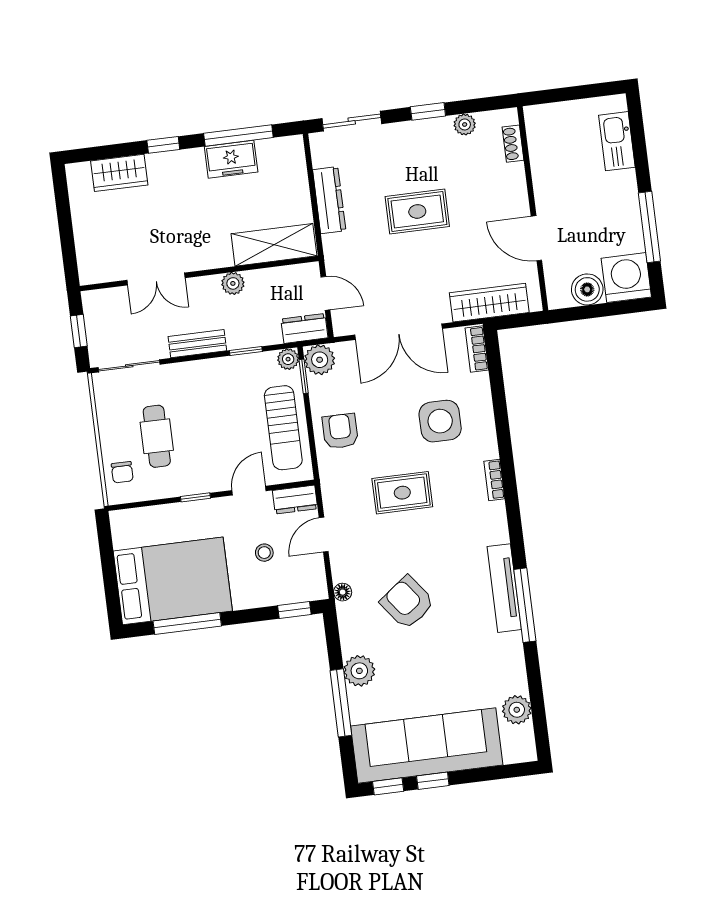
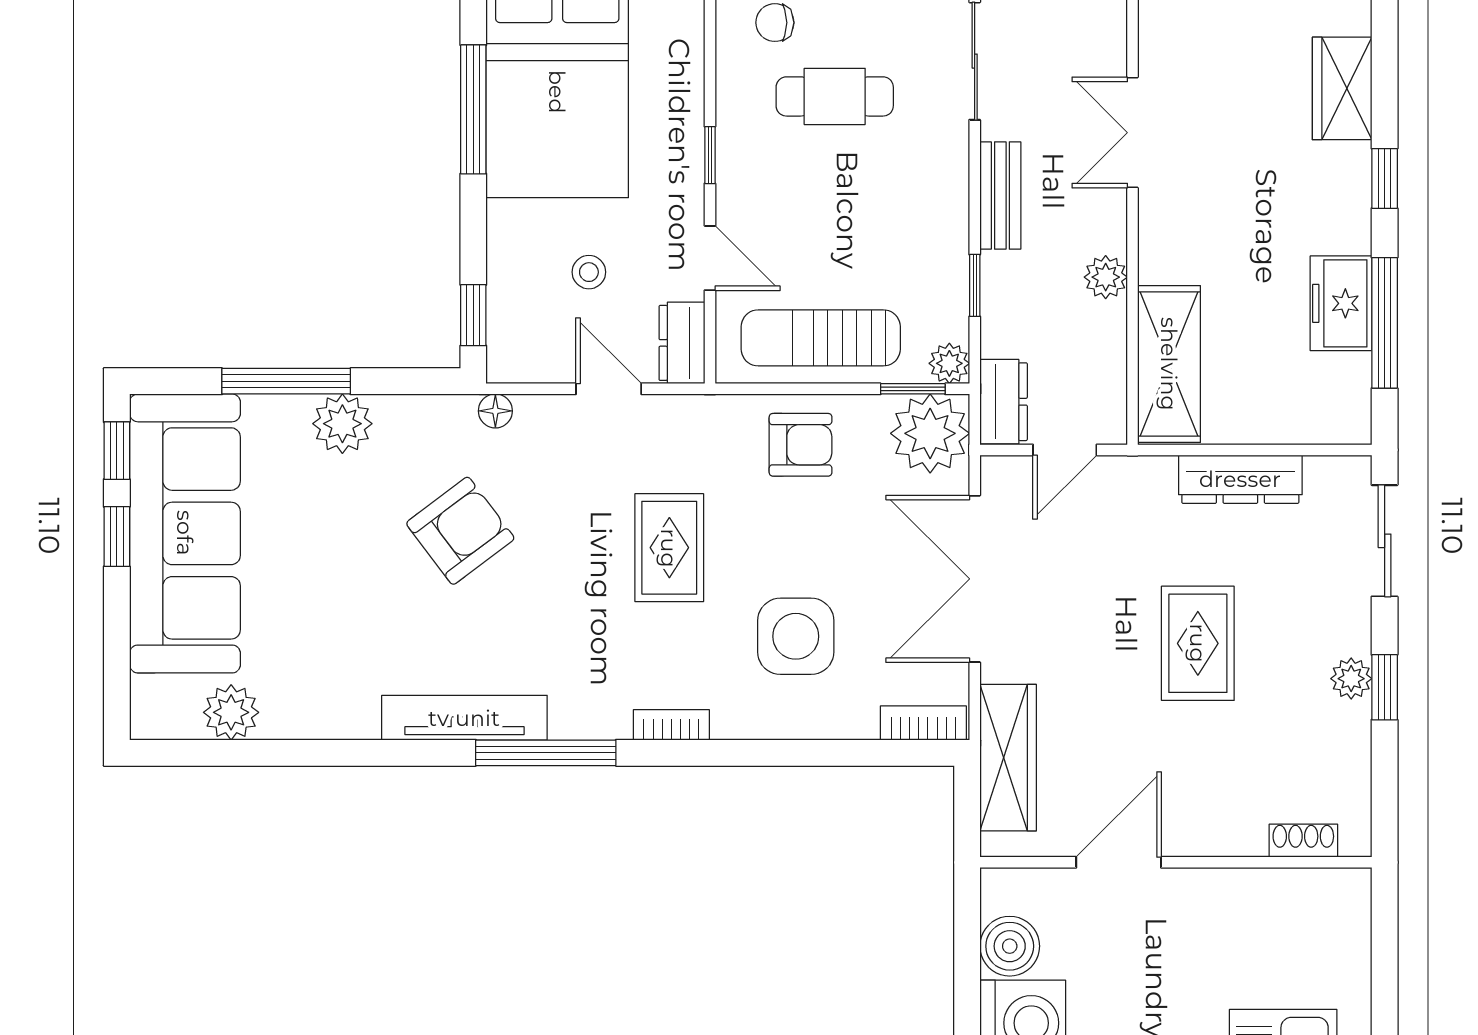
plant: (465, 124) -> (1351, 679), moved
plant: (320, 360) -> (930, 433), width x1.36, depth x1.36
window: (525, 605) -> (546, 753), moved

